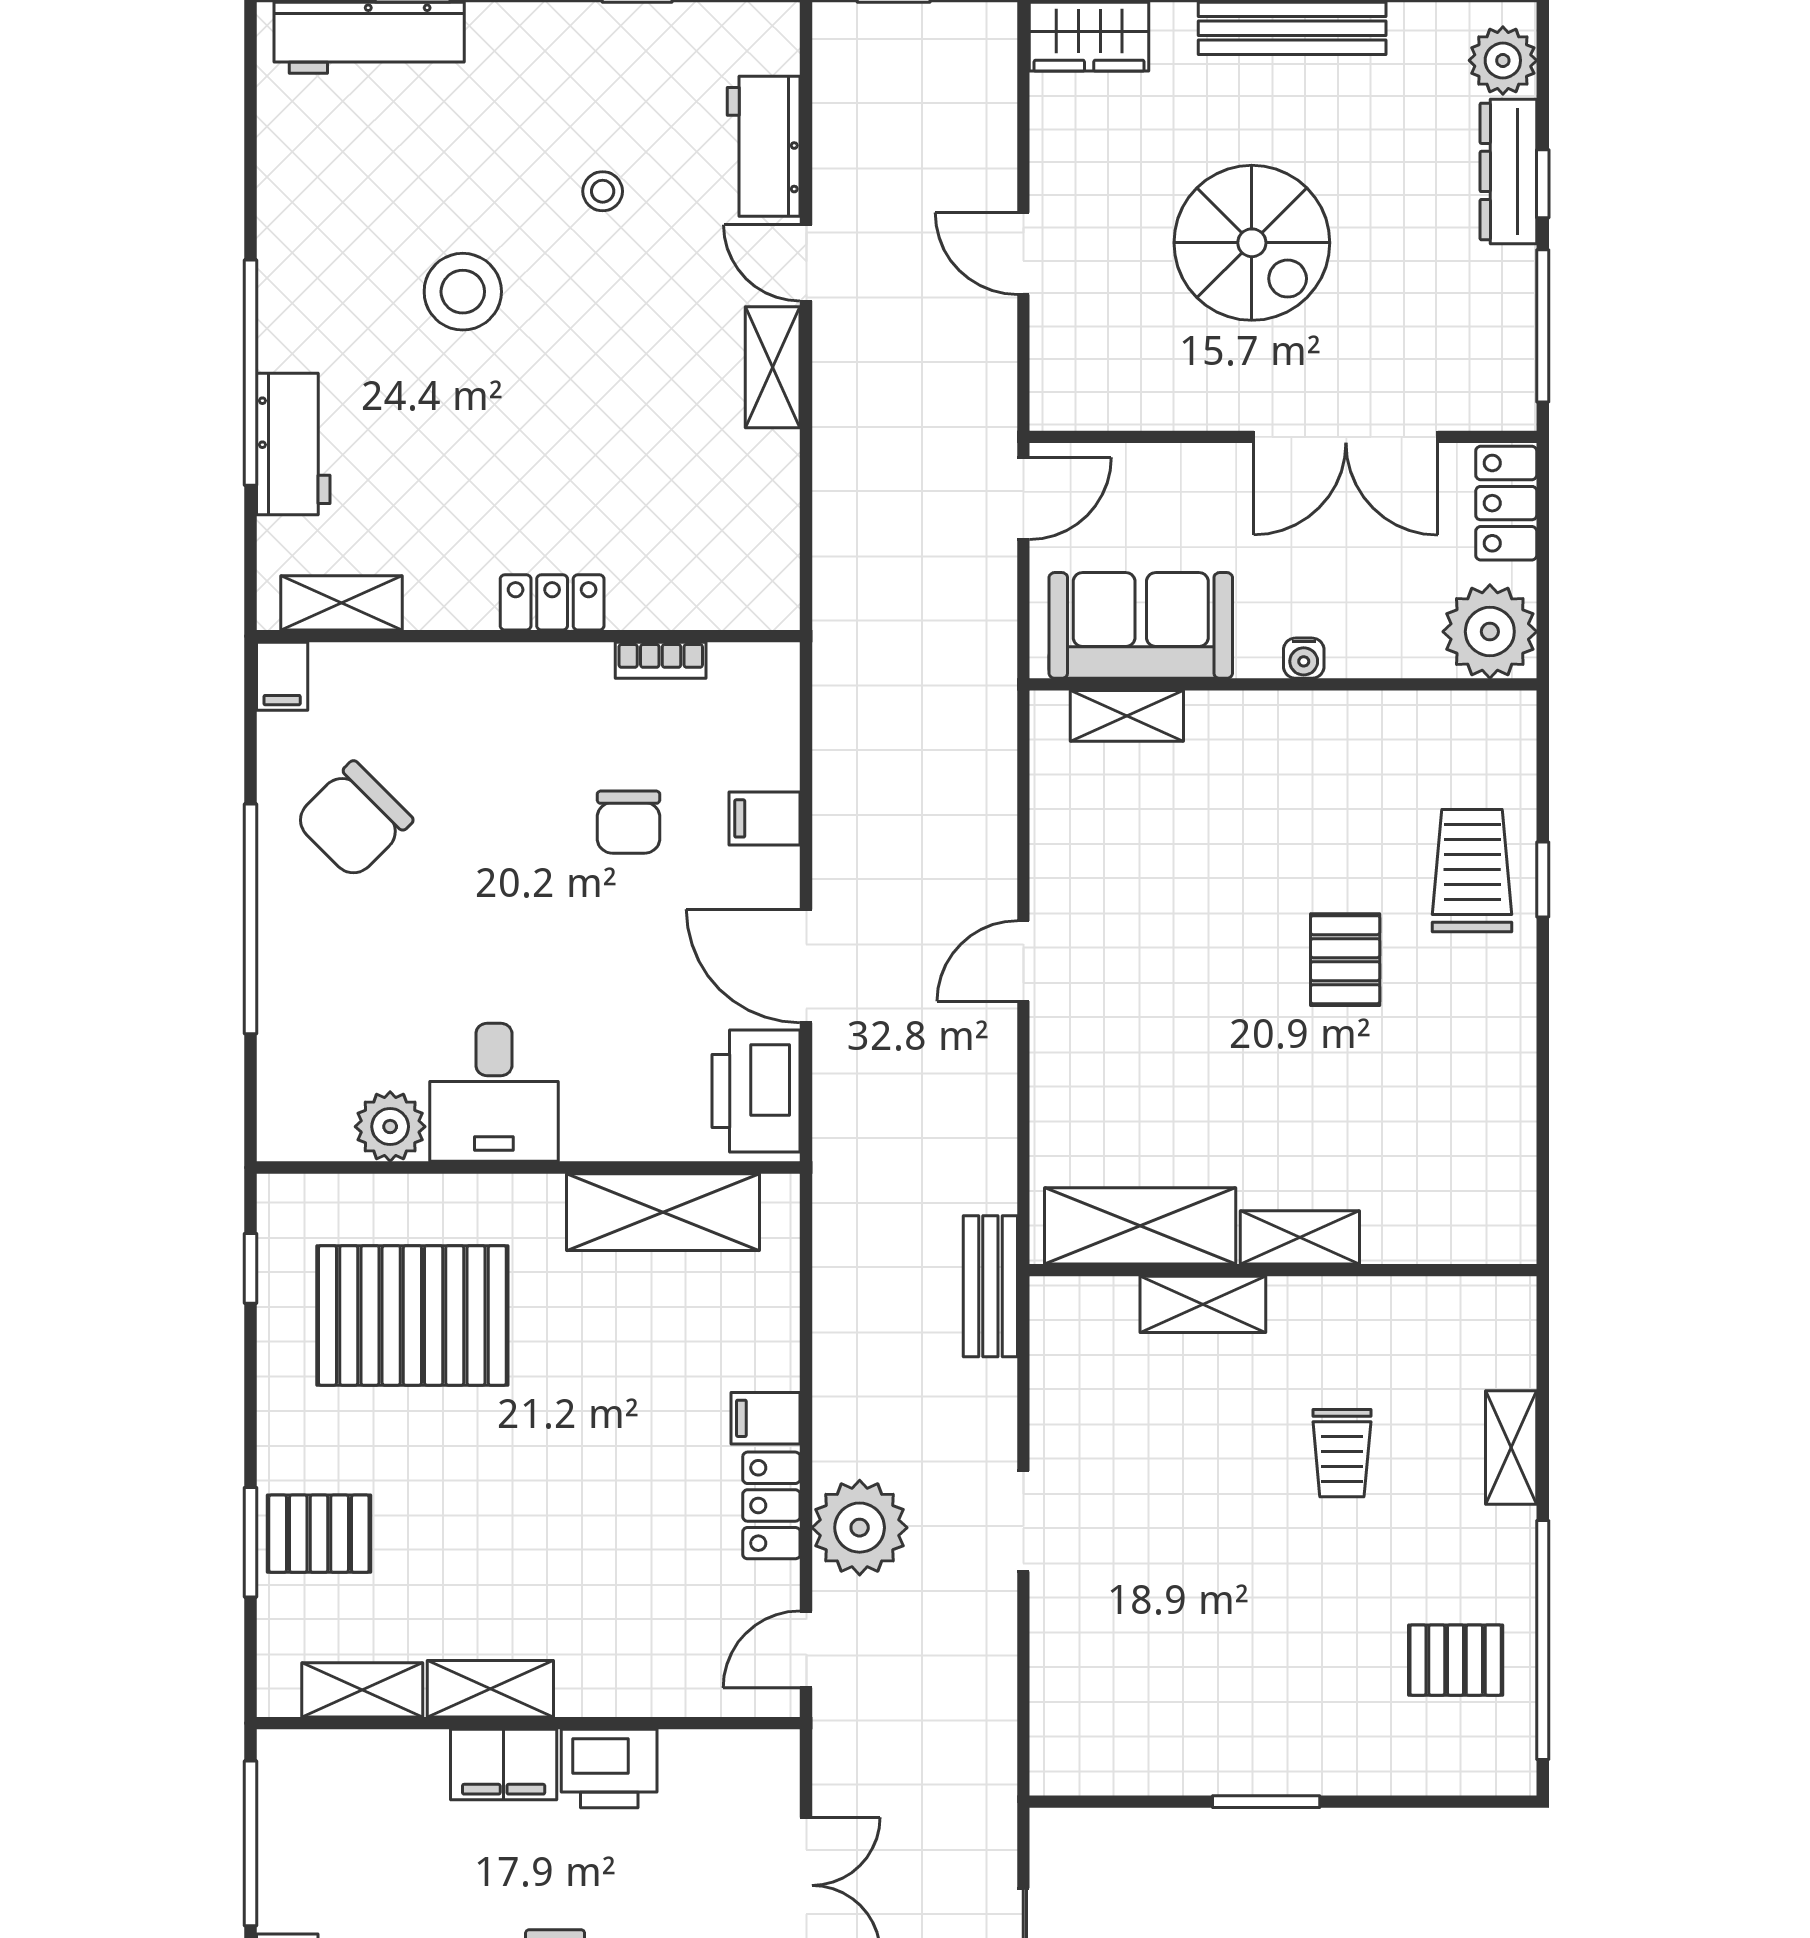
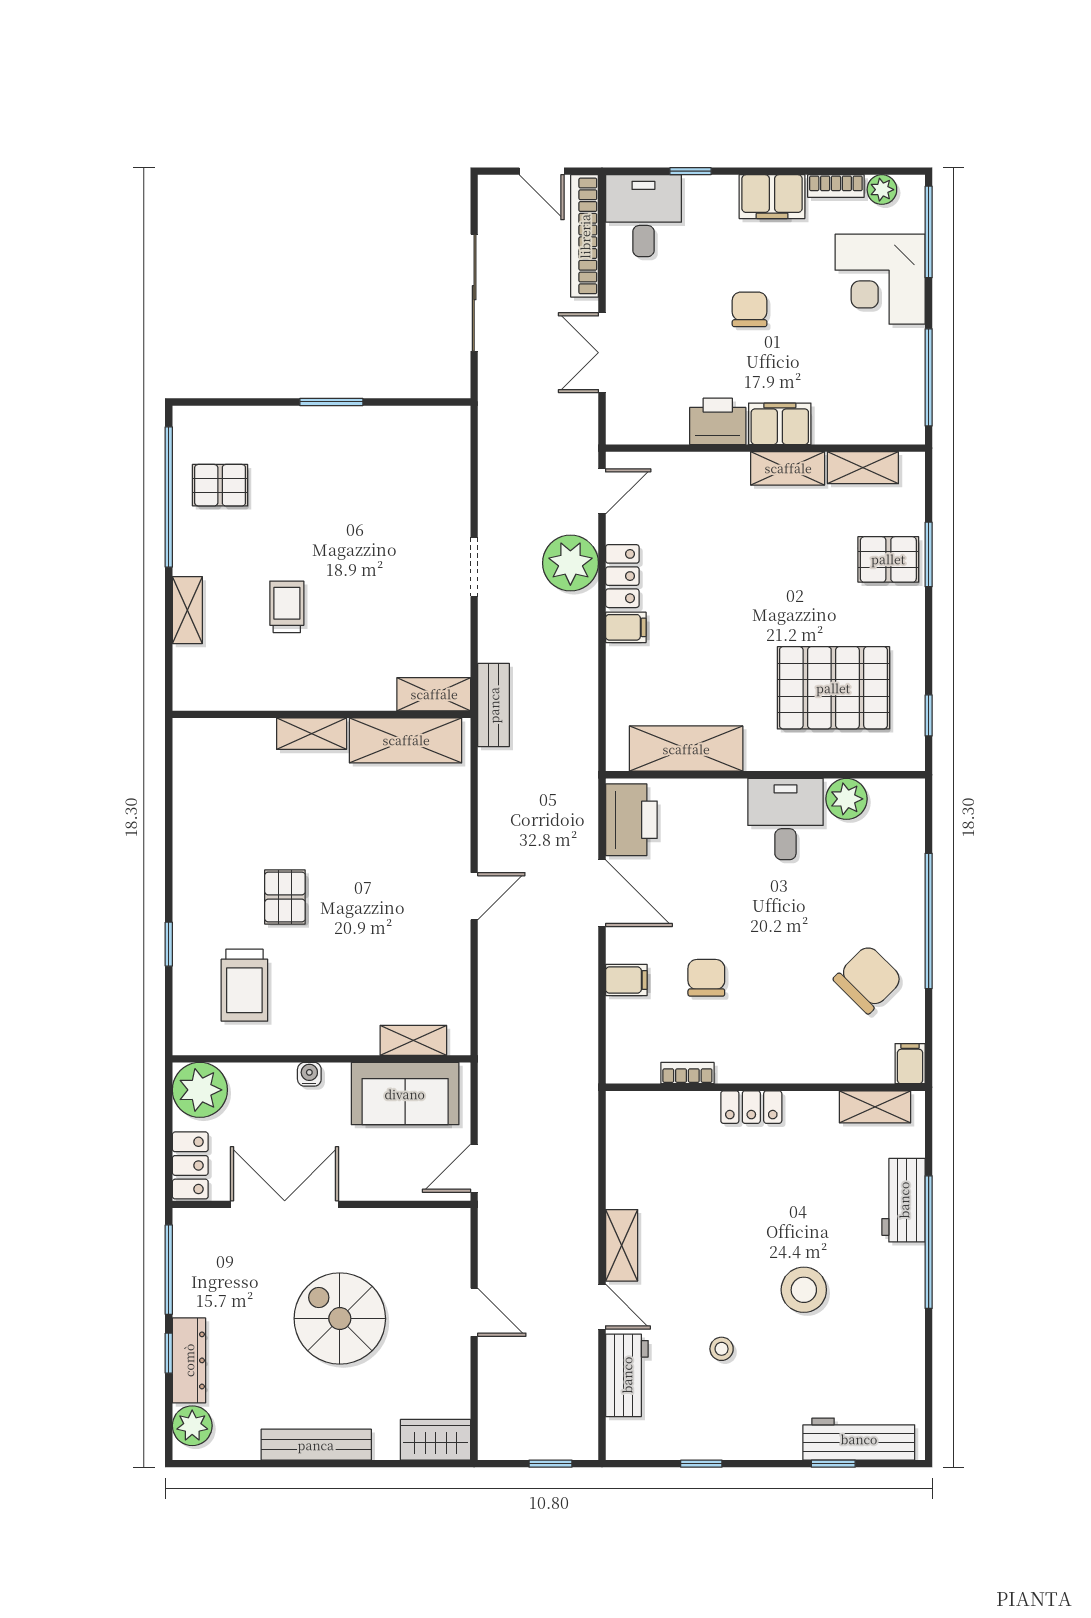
trolley: (1472, 871) -> (244, 985), moved
shelving: (1203, 1304) -> (434, 694), moved

